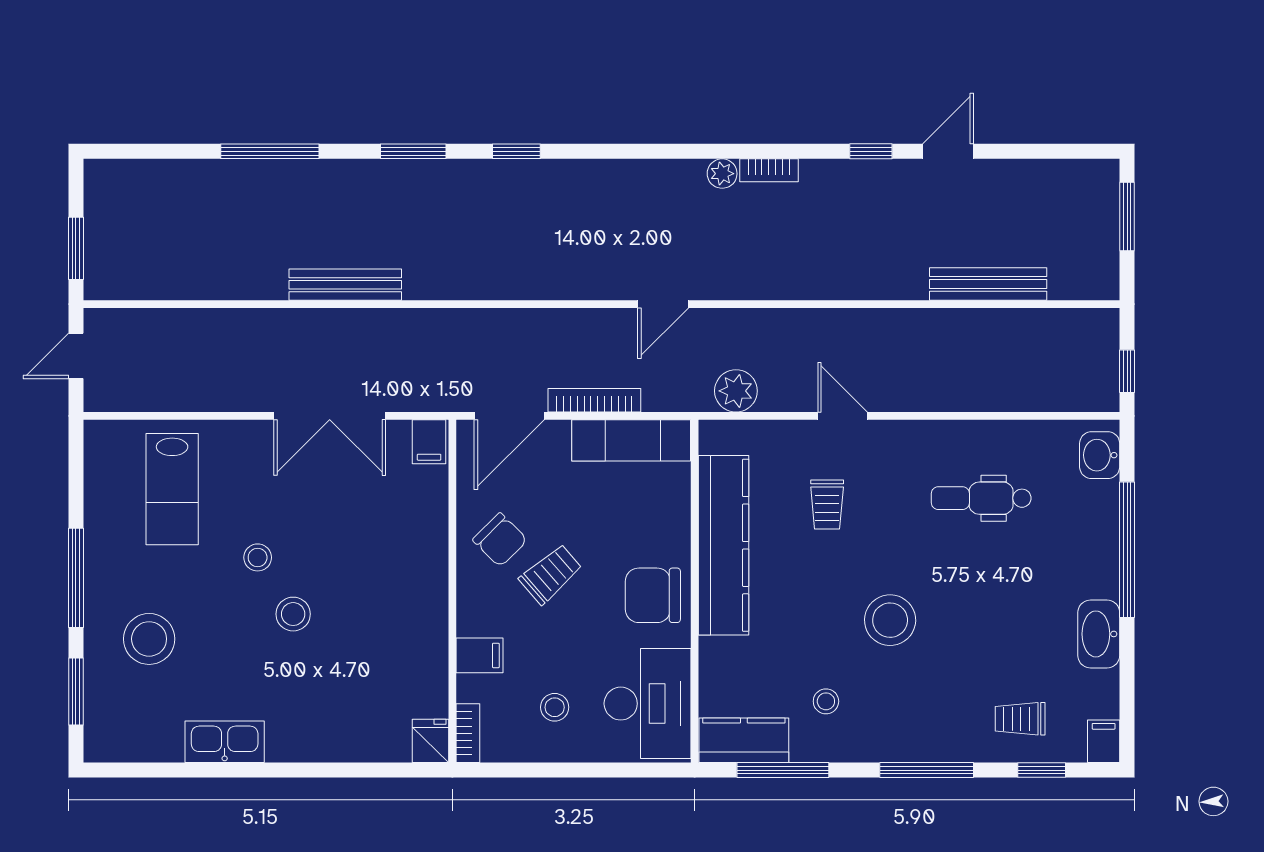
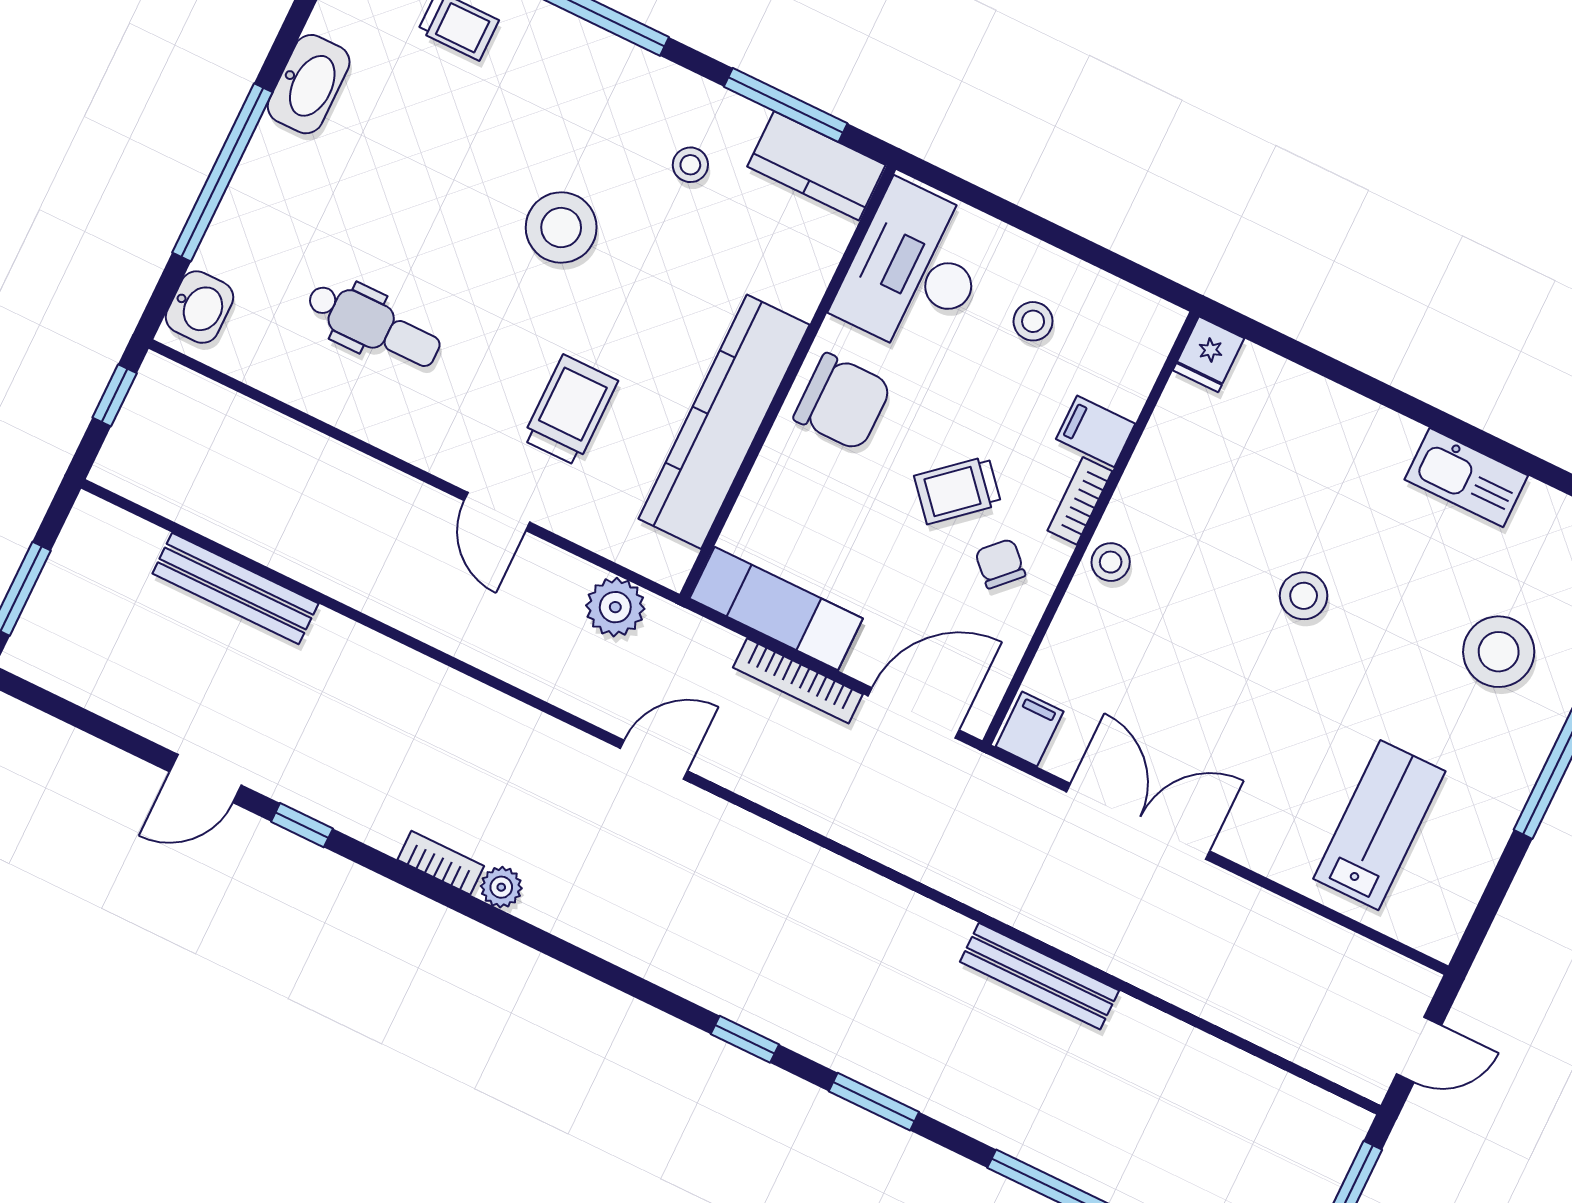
trolley: (827, 505) -> (570, 410), width x1.36, depth x1.39
chair: (500, 540) -> (1000, 564), width x0.73, depth x0.73
stool: (258, 557) -> (1111, 562), moved
bookcase: (468, 733) -> (1080, 501), moved

